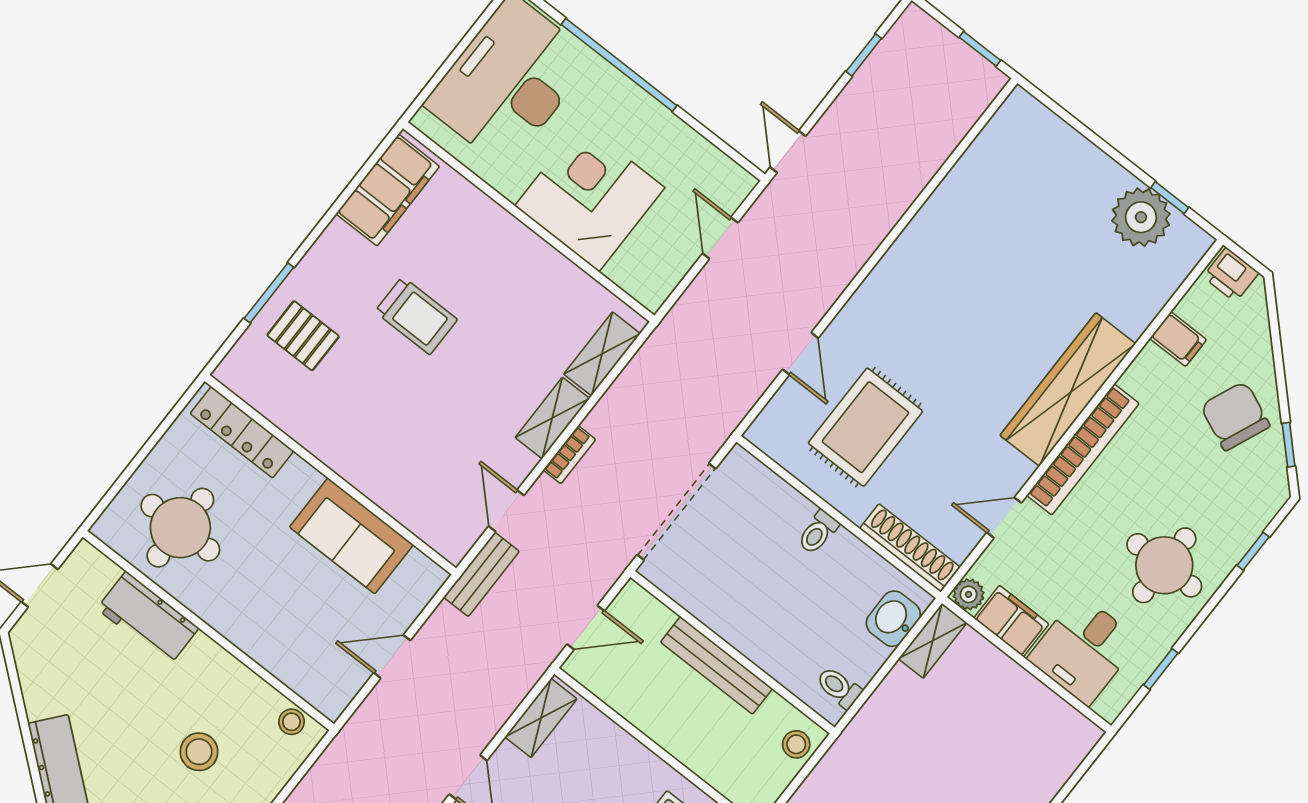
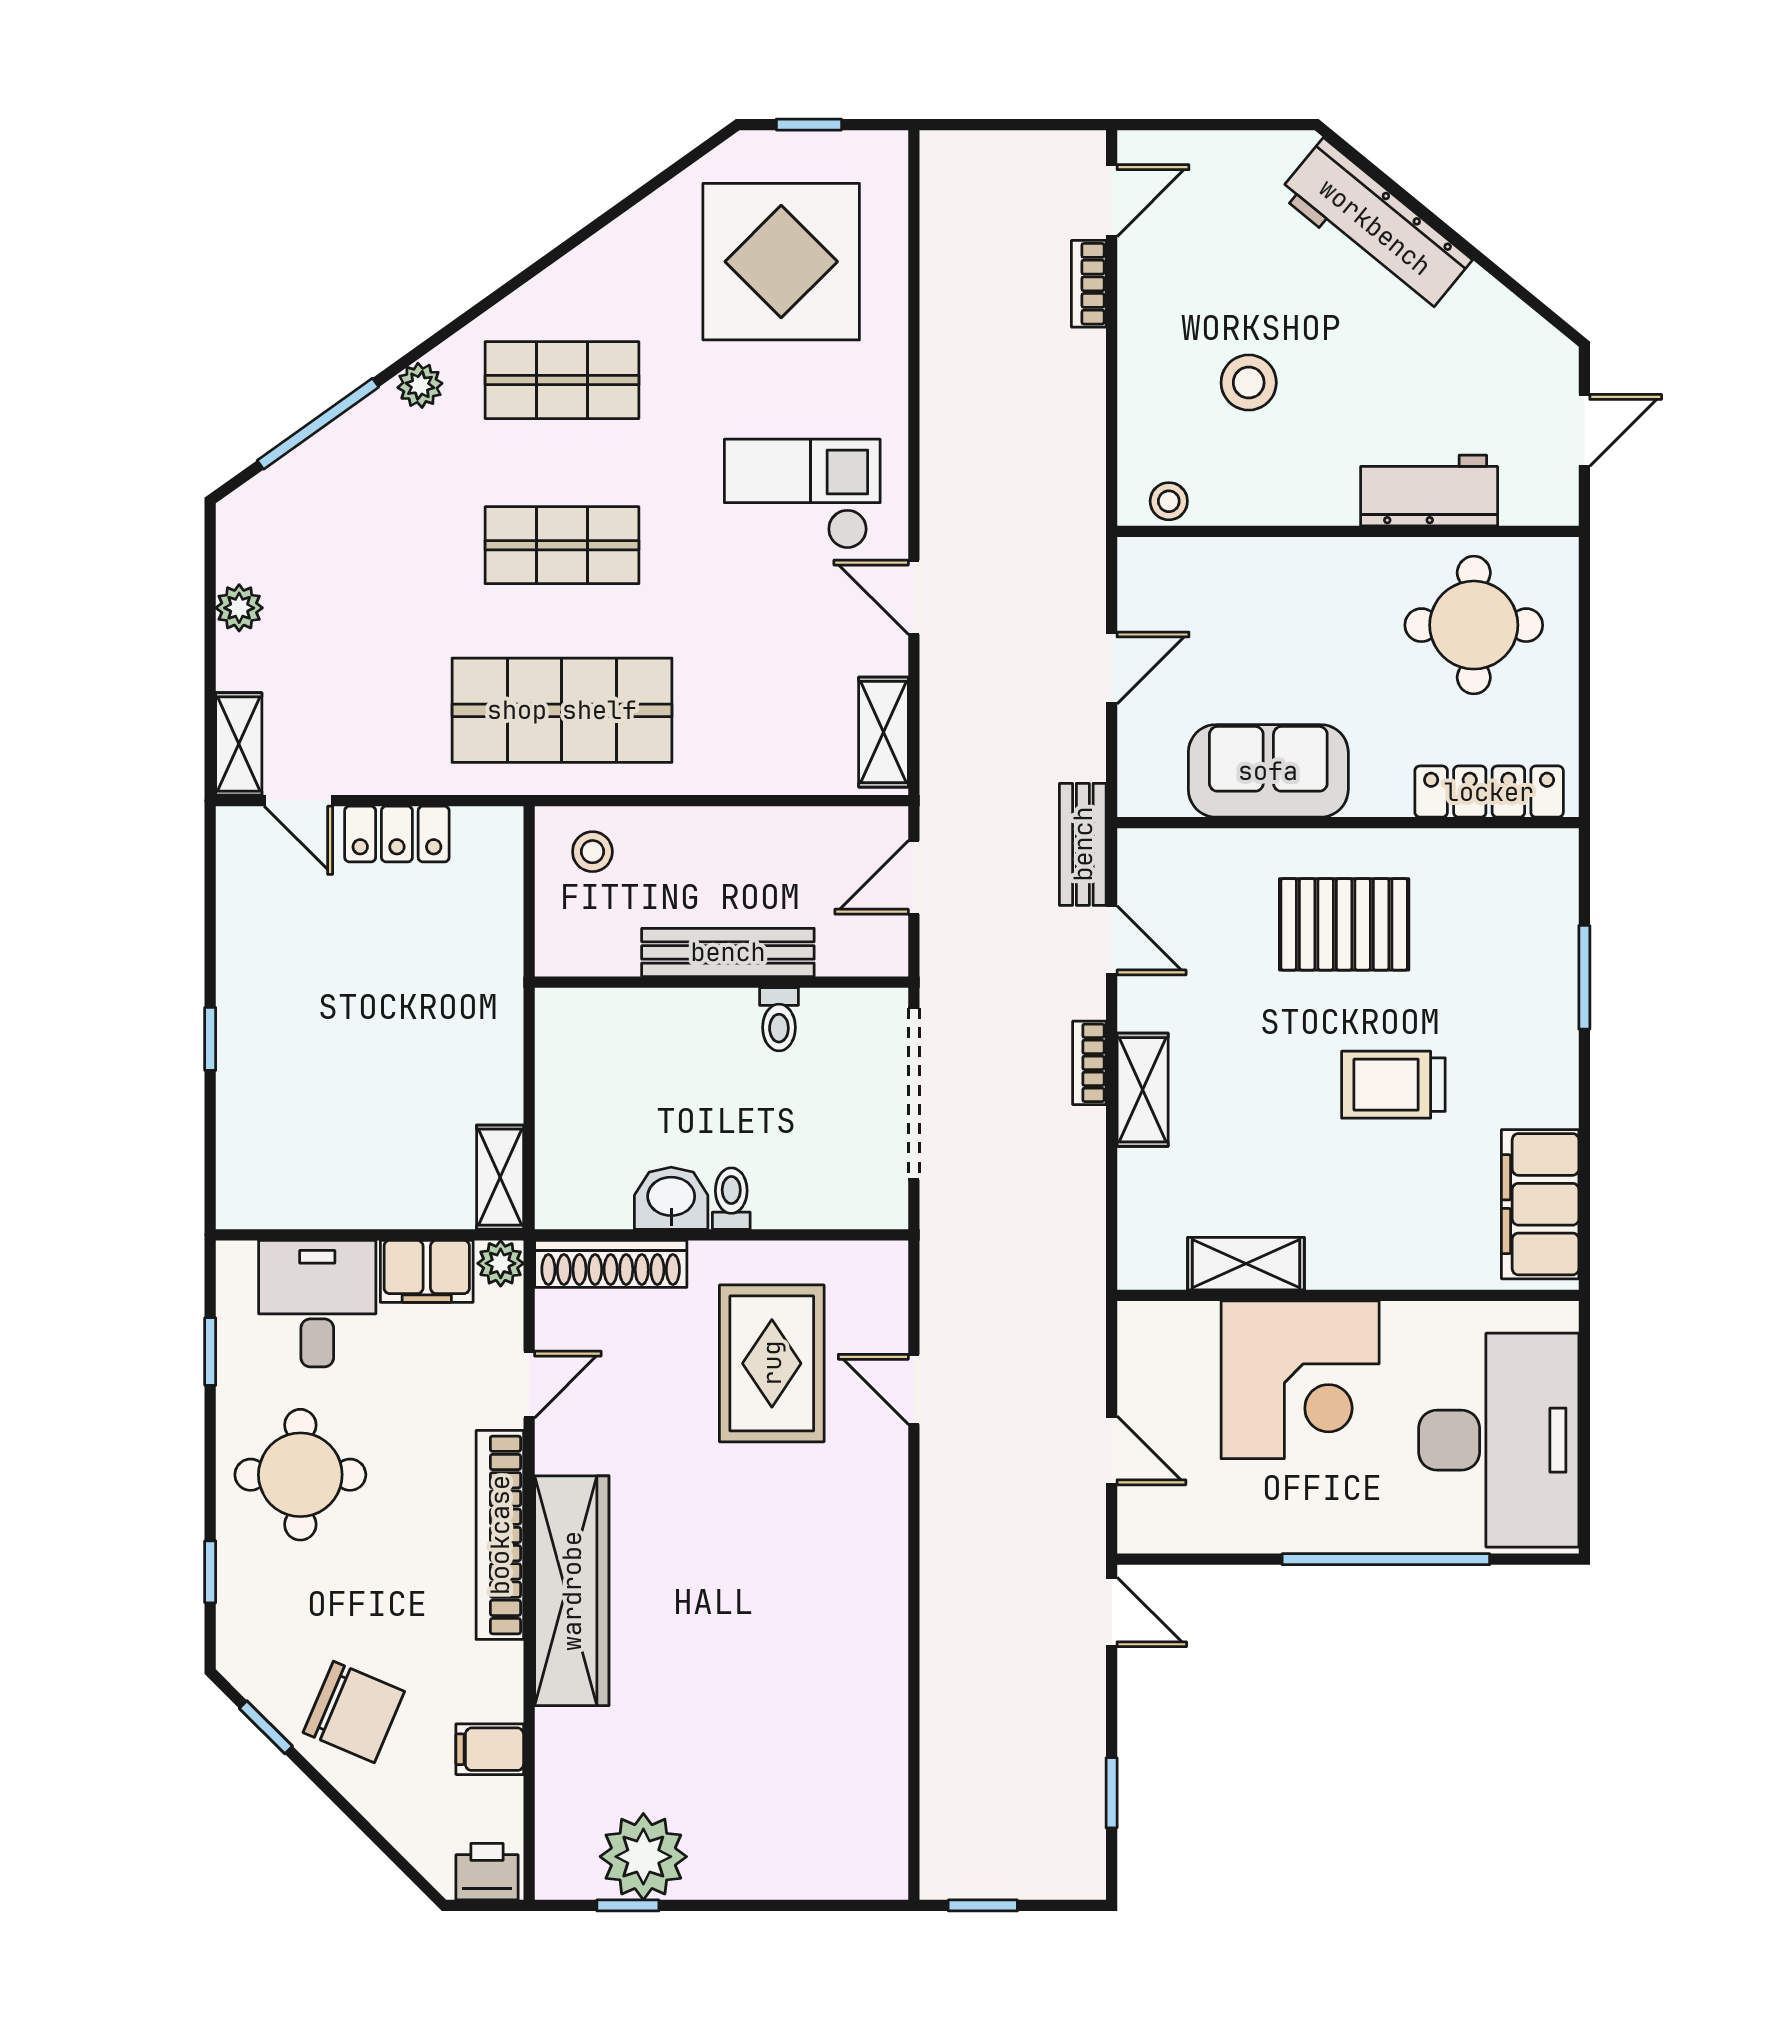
pallet: (303, 336) -> (1344, 924), moved, width x1.50, depth x1.42
shelving: (602, 354) -> (1246, 1264), moved, turned 90
washbasin: (893, 619) -> (671, 1198), moved, turned -90
toilet: (839, 687) -> (779, 1019), moved, turned 90
stool: (796, 744) -> (592, 852), moved

